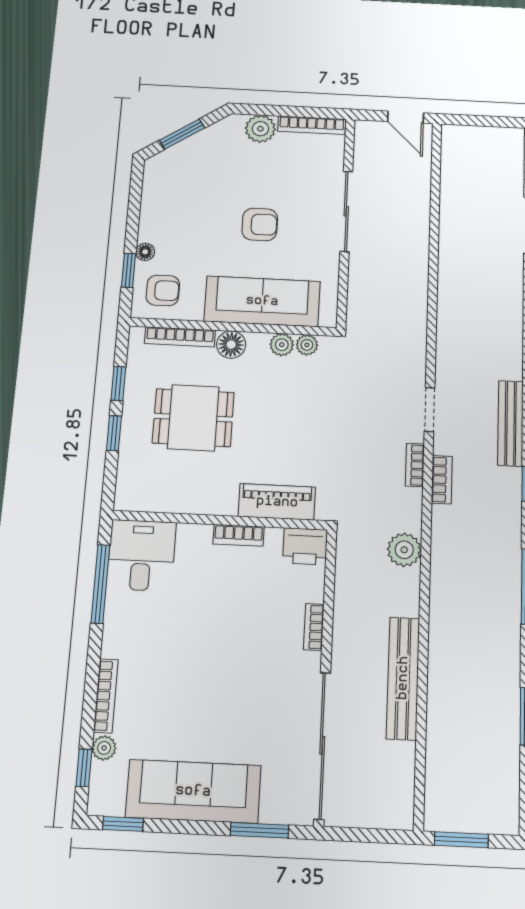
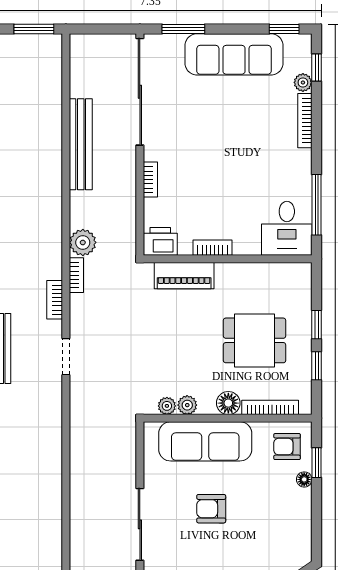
bookcase: (415, 465) -> (76, 275), moved

